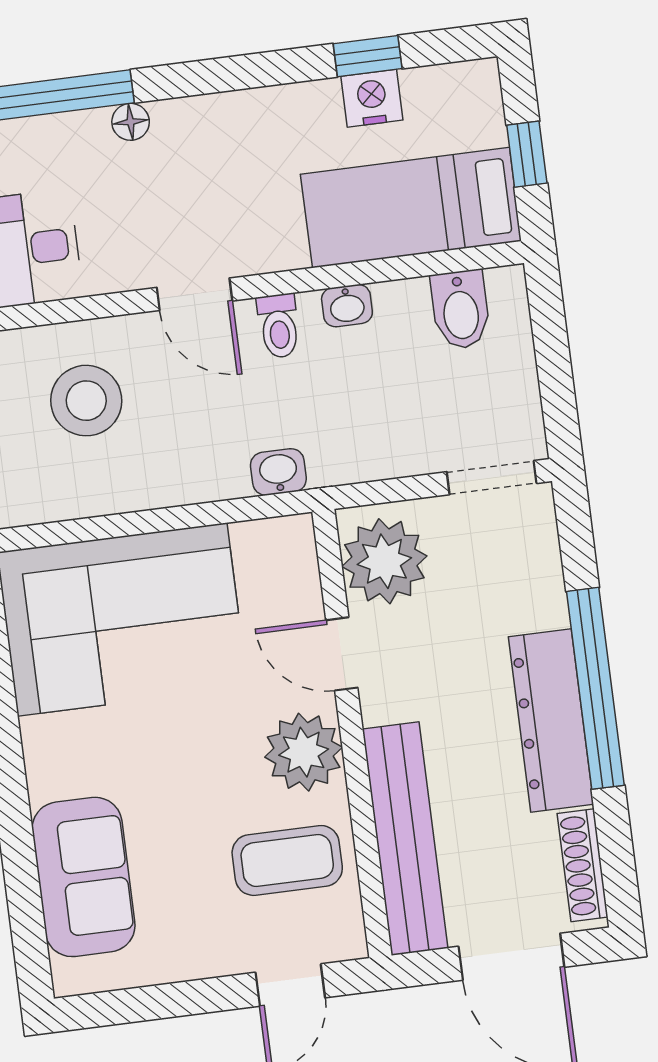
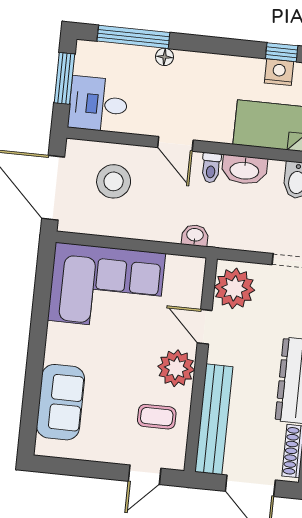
washbasin: (347, 306) -> (244, 170), width x1.91, depth x1.45
coffee table: (287, 860) -> (157, 417), width x0.73, depth x0.77

